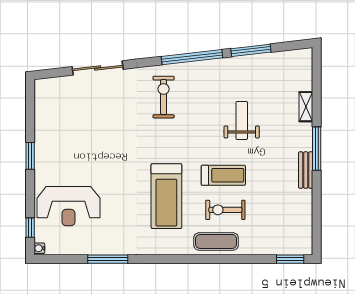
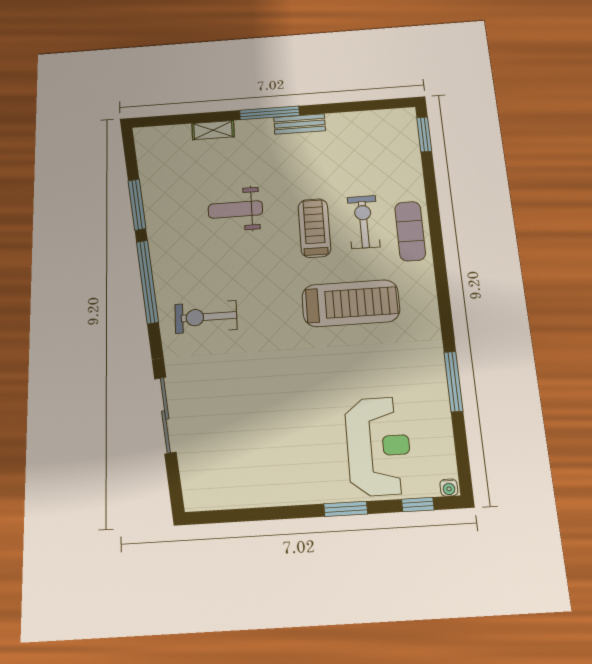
window: (30, 156) -> (346, 509), moved
exercise bike: (225, 210) -> (364, 222), turned 180

